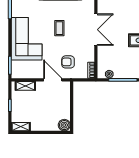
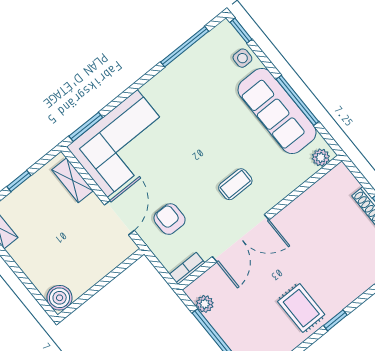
coffee table: (59, 28) -> (235, 184), moved
double door: (96, 30) -> (241, 238), moved
corner sofa: (27, 39) -> (122, 143), moved

